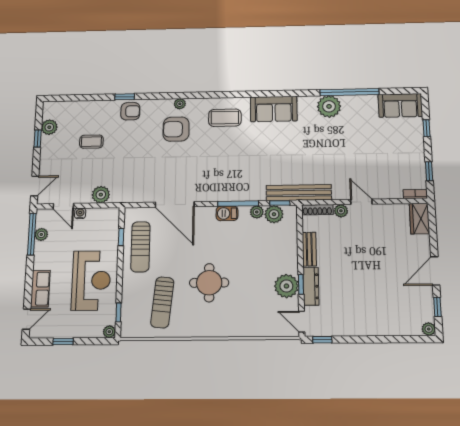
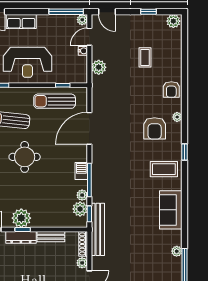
window: (125, 97) -> (185, 152), moved
plant: (180, 104) -> (177, 117), moved
plant: (329, 106) -> (177, 251), width x0.53, depth x0.53
coffee table: (225, 118) -> (164, 169), turned 90
plant: (49, 127) -> (173, 21), moved
armchair: (176, 129) -> (155, 128), turned 180
plant: (41, 234) -> (82, 20), moved

